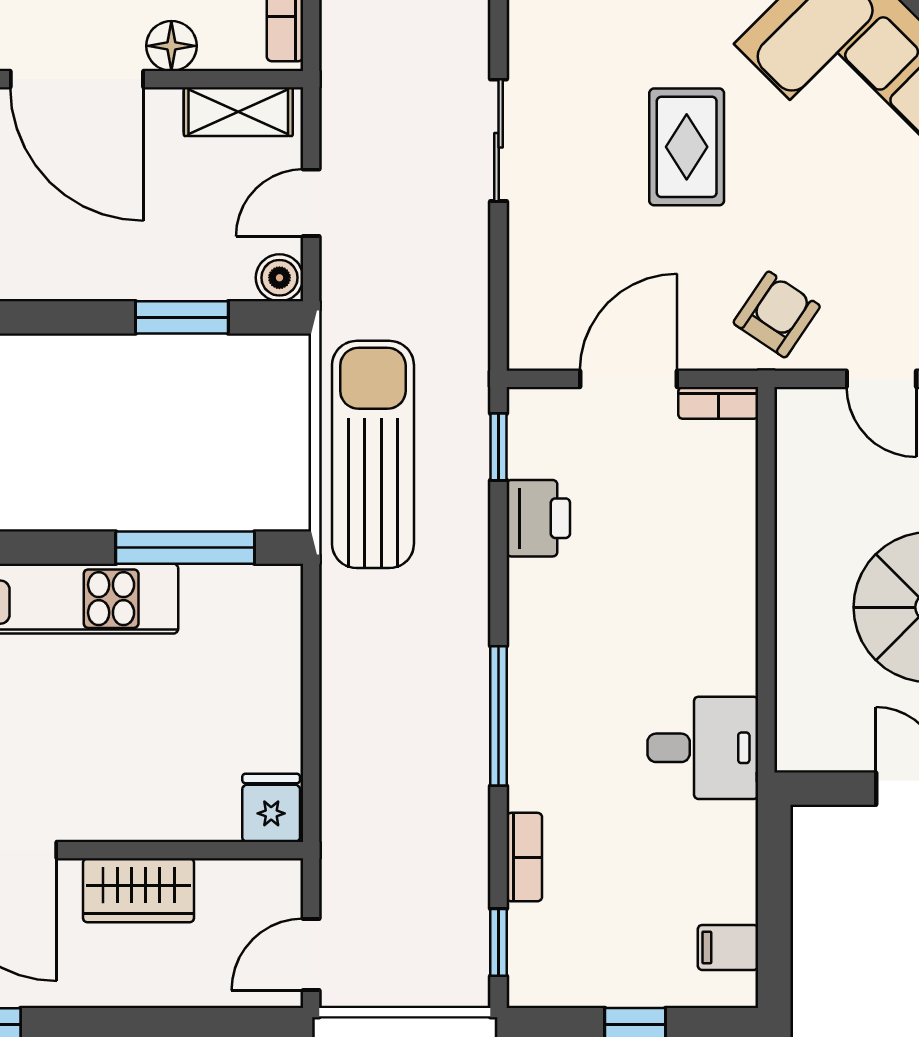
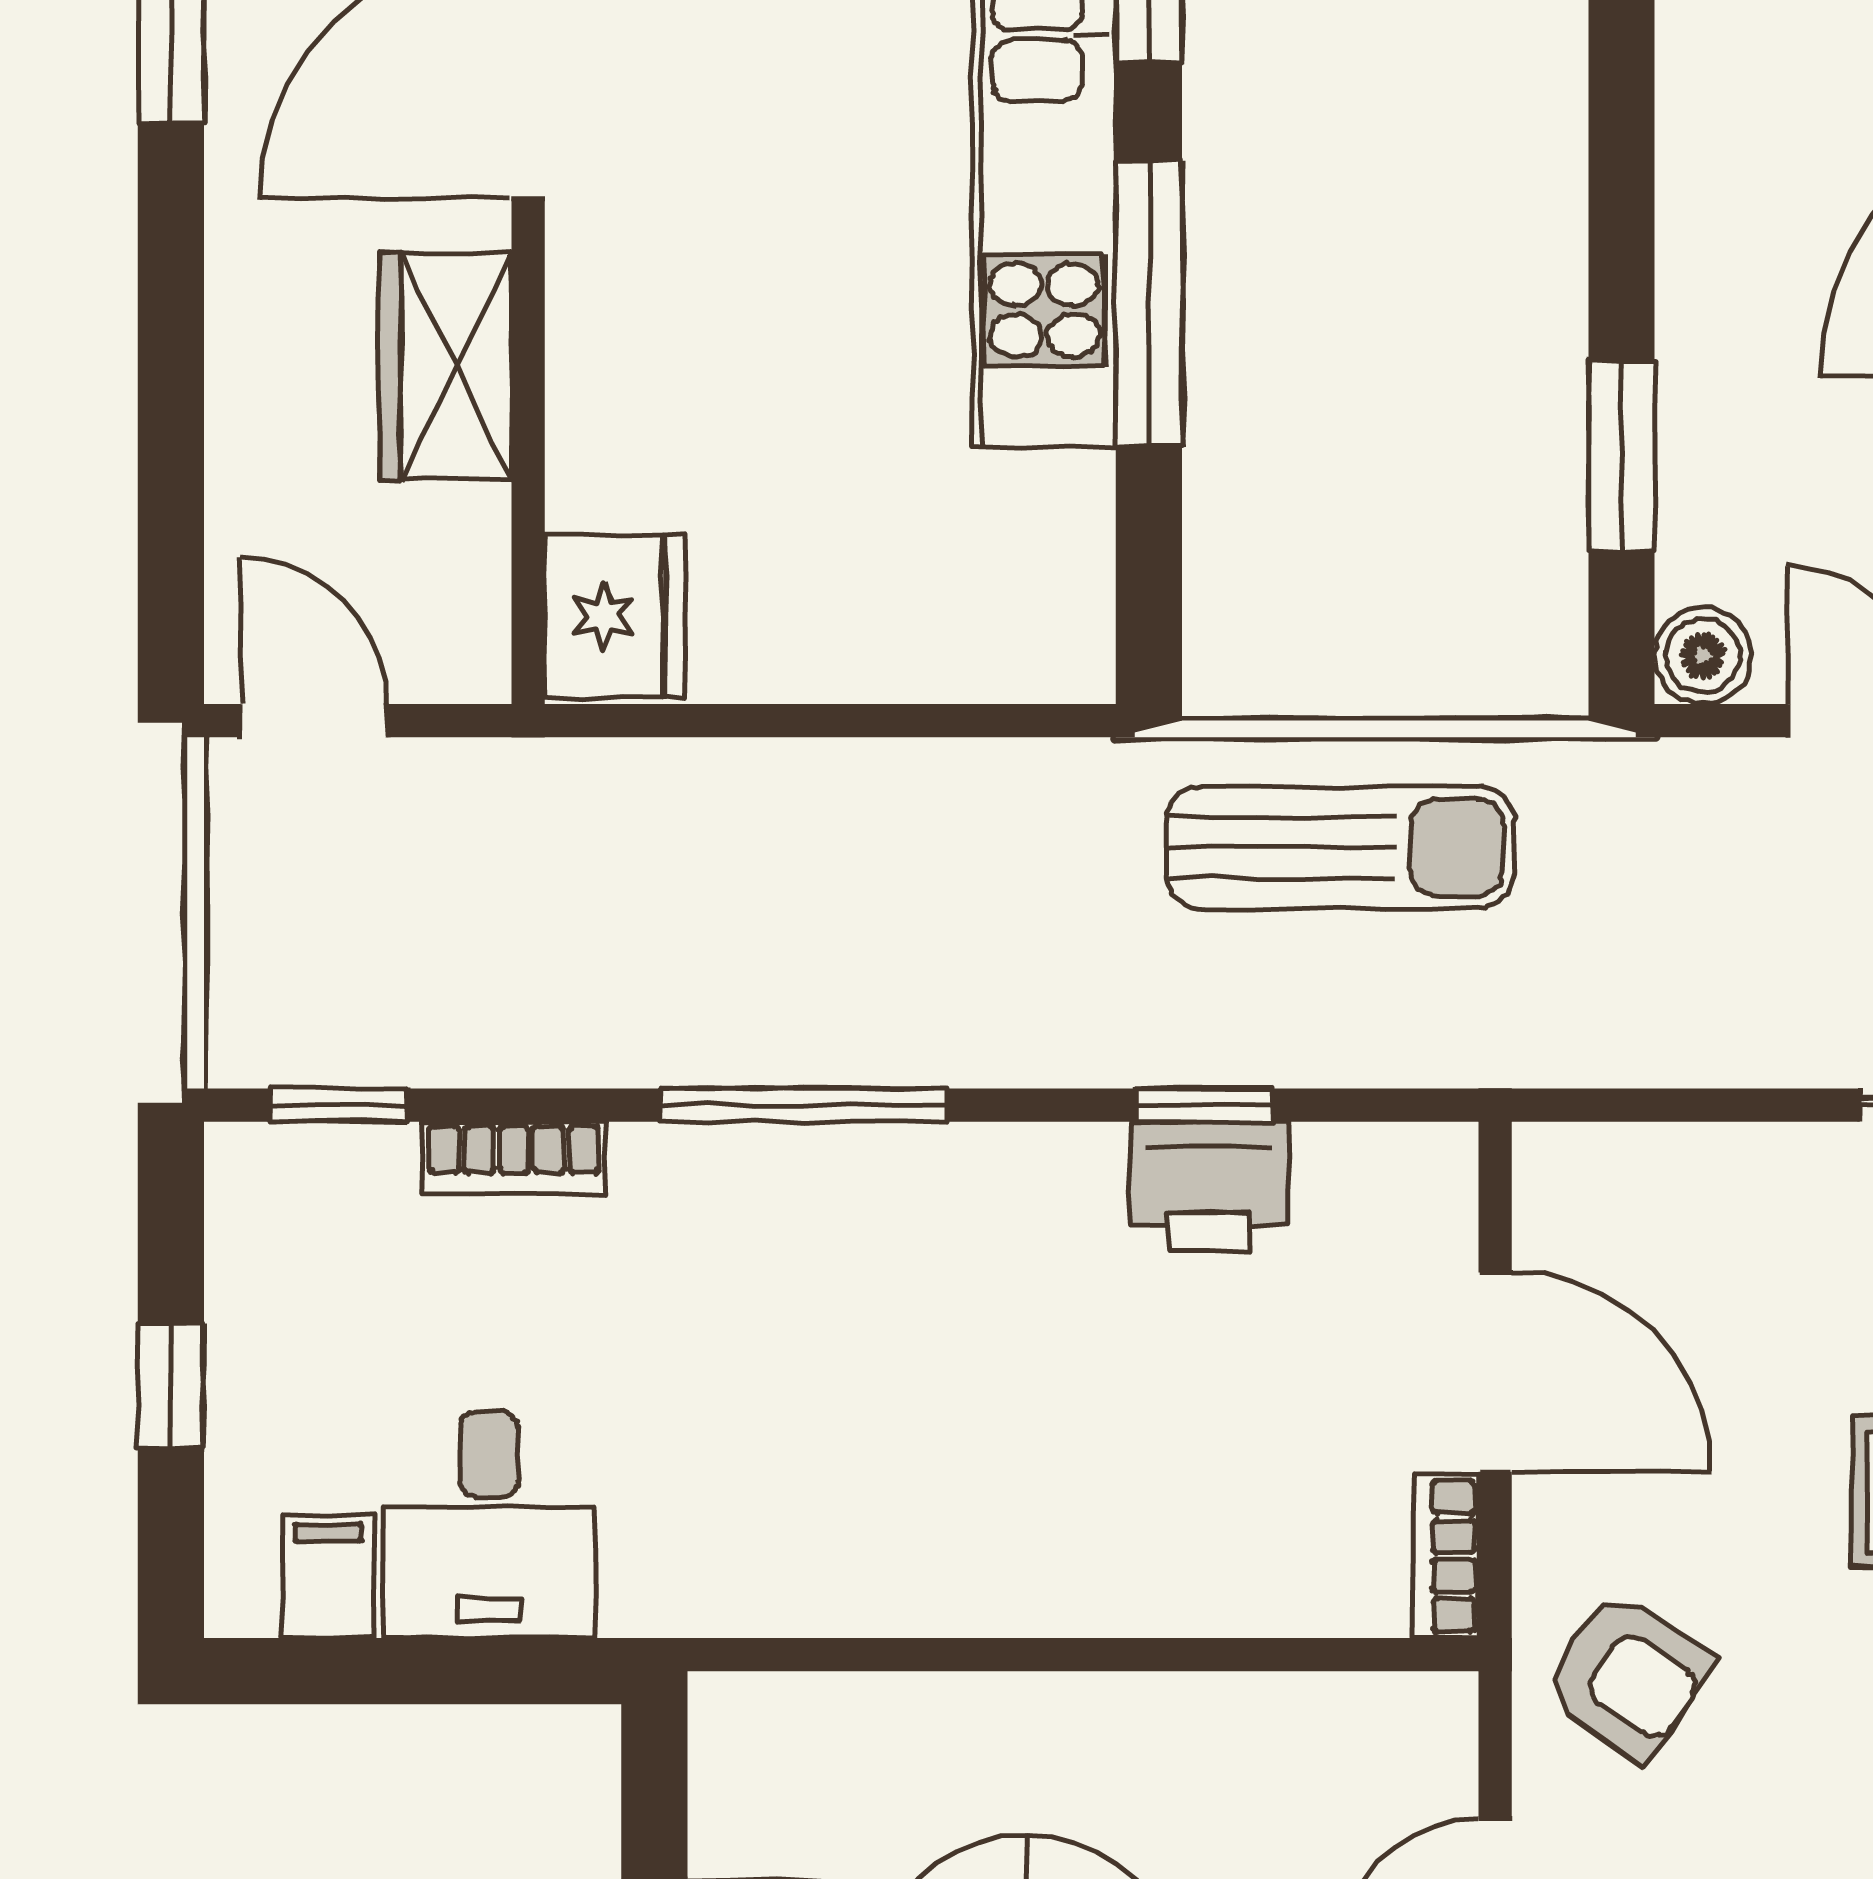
window: (499, 447) -> (1203, 1105), moved
sun lounger: (373, 454) -> (1340, 848), width x0.73, depth x0.75
window: (185, 548) -> (1149, 303), moved
desk: (703, 748) -> (489, 1525), moved
fridge: (271, 808) -> (615, 616), width x1.38

